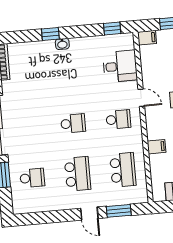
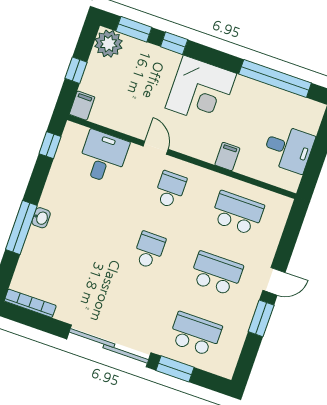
window: (50, 34) -> (21, 227), width x2.17
door: (141, 98) -> (156, 148), hinge flipped
school desk: (32, 178) -> (195, 334), width x1.85
window: (119, 211) -> (261, 318), moved

